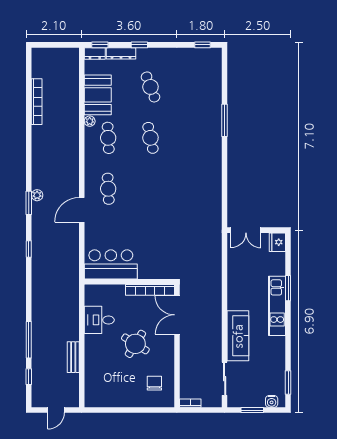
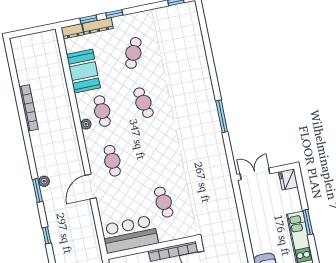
window: (100, 45) -> (89, 19), moved
cafe table: (150, 87) -> (133, 53), turned 45
bookcase: (37, 102) -> (29, 108), moved
window: (225, 120) -> (222, 116), moved
plant: (90, 121) -> (86, 124), moved
double door: (246, 230) -> (255, 174), swing flipped
cafe table: (150, 240) -> (164, 202), added

